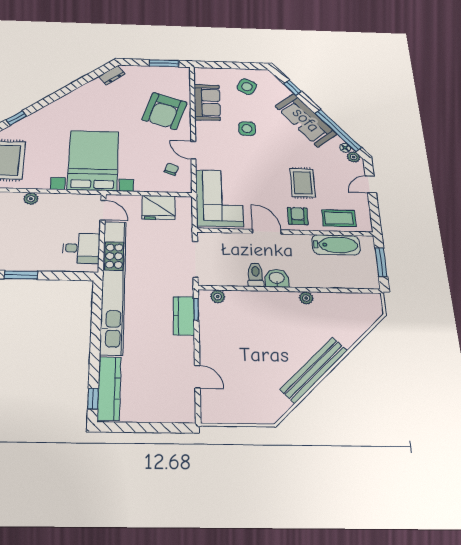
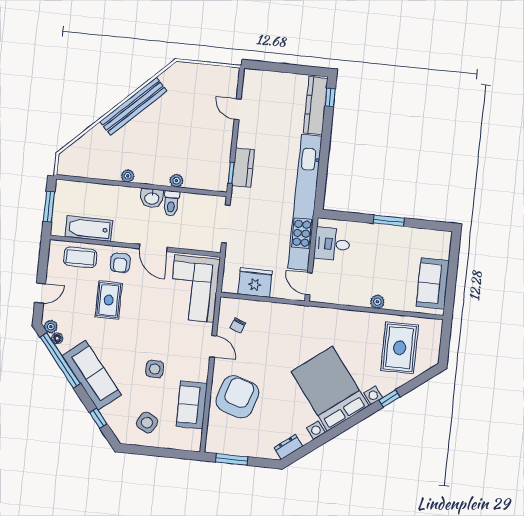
bed with nightstands: (93, 160) -> (330, 389), moved, turned 143
plant: (218, 297) -> (176, 181), moved

